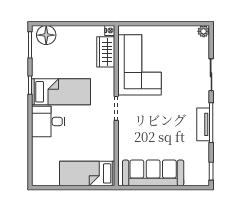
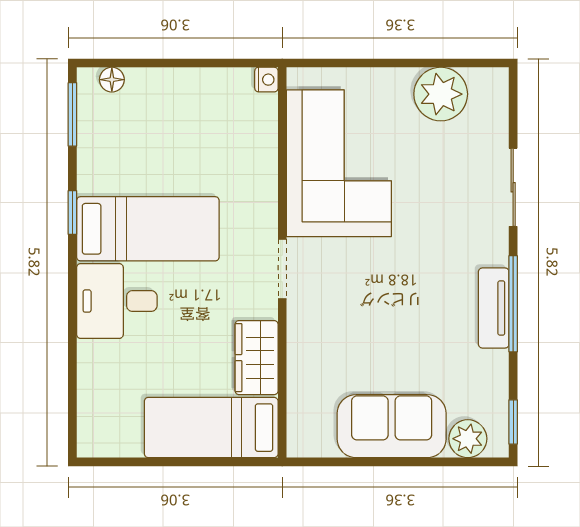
plant: (204, 31) -> (441, 94), moved, width x1.88, depth x1.88
floor lamp: (46, 35) -> (112, 80), width x0.53, depth x0.53
wardrobe: (106, 52) -> (257, 358), moved
sofa: (153, 173) -> (392, 426), width x0.73
plant: (192, 178) -> (468, 439), added

